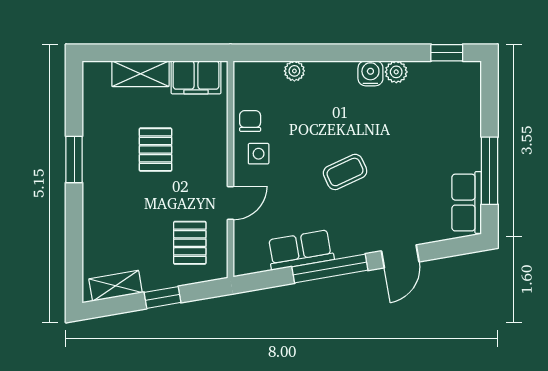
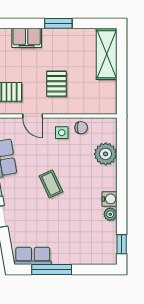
plant: (294, 71) -> (106, 154), width x1.88, depth x1.88
shelving: (140, 74) -> (107, 54), width x1.50, depth x1.33
filing cabinet: (196, 77) -> (27, 38), moved, turned -90
pallet: (155, 150) -> (56, 84), moved, turned 90

